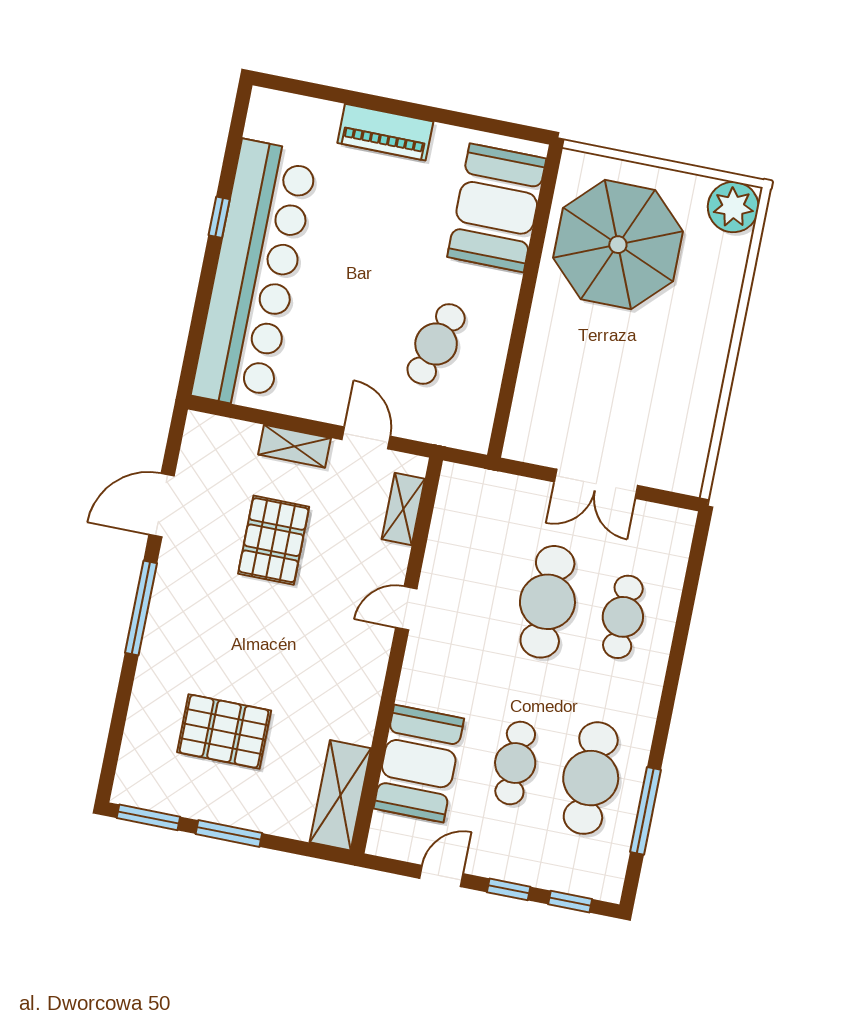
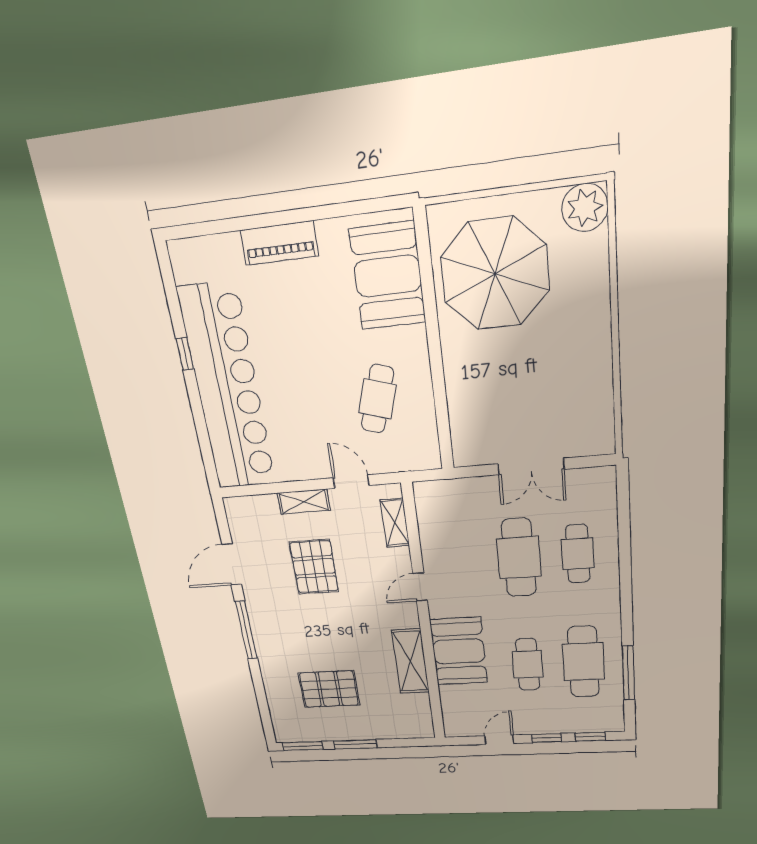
booth: (419, 764) -> (459, 651), moved
shelving: (340, 795) -> (410, 661), moved

